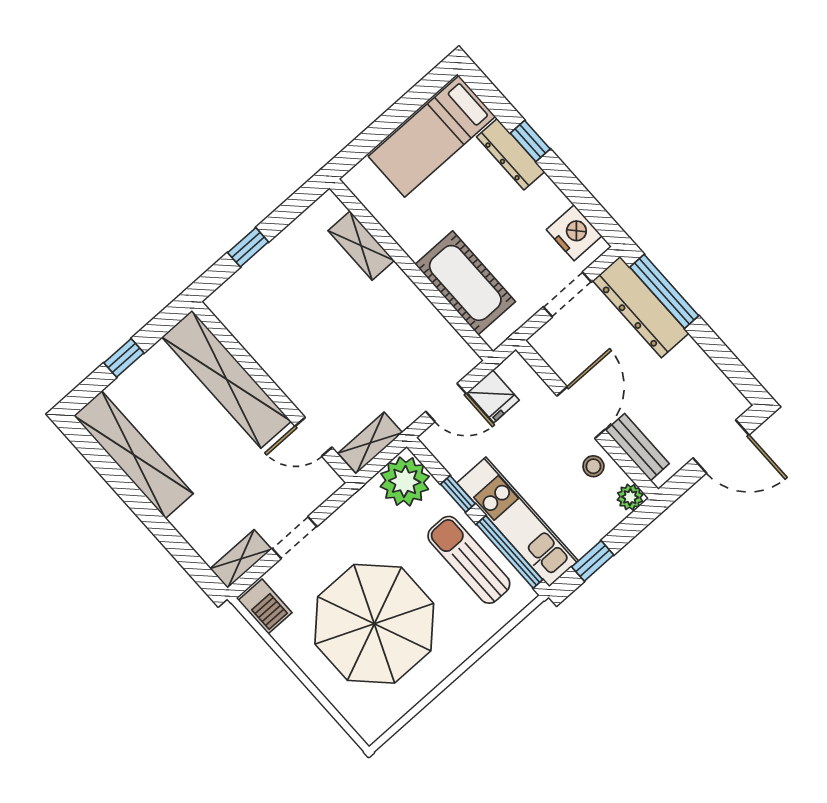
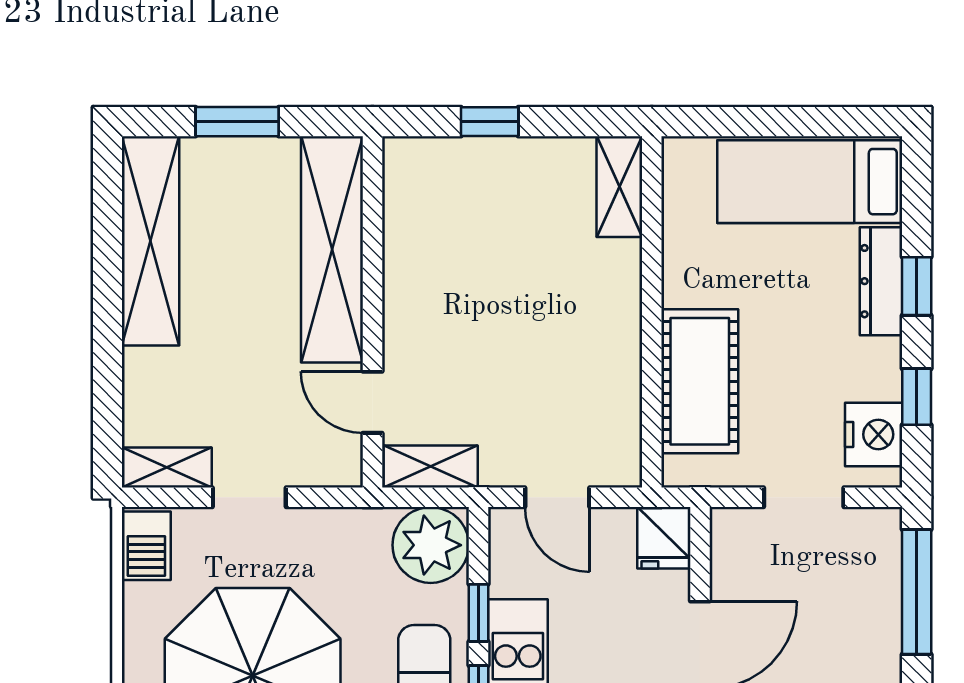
window: (579, 195) -> (917, 397), added
shelving: (361, 246) -> (619, 187), moved
dresser: (641, 307) -> (874, 586), removed
window: (124, 358) -> (237, 122), width x1.50
fridge: (493, 396) -> (663, 538), moved

